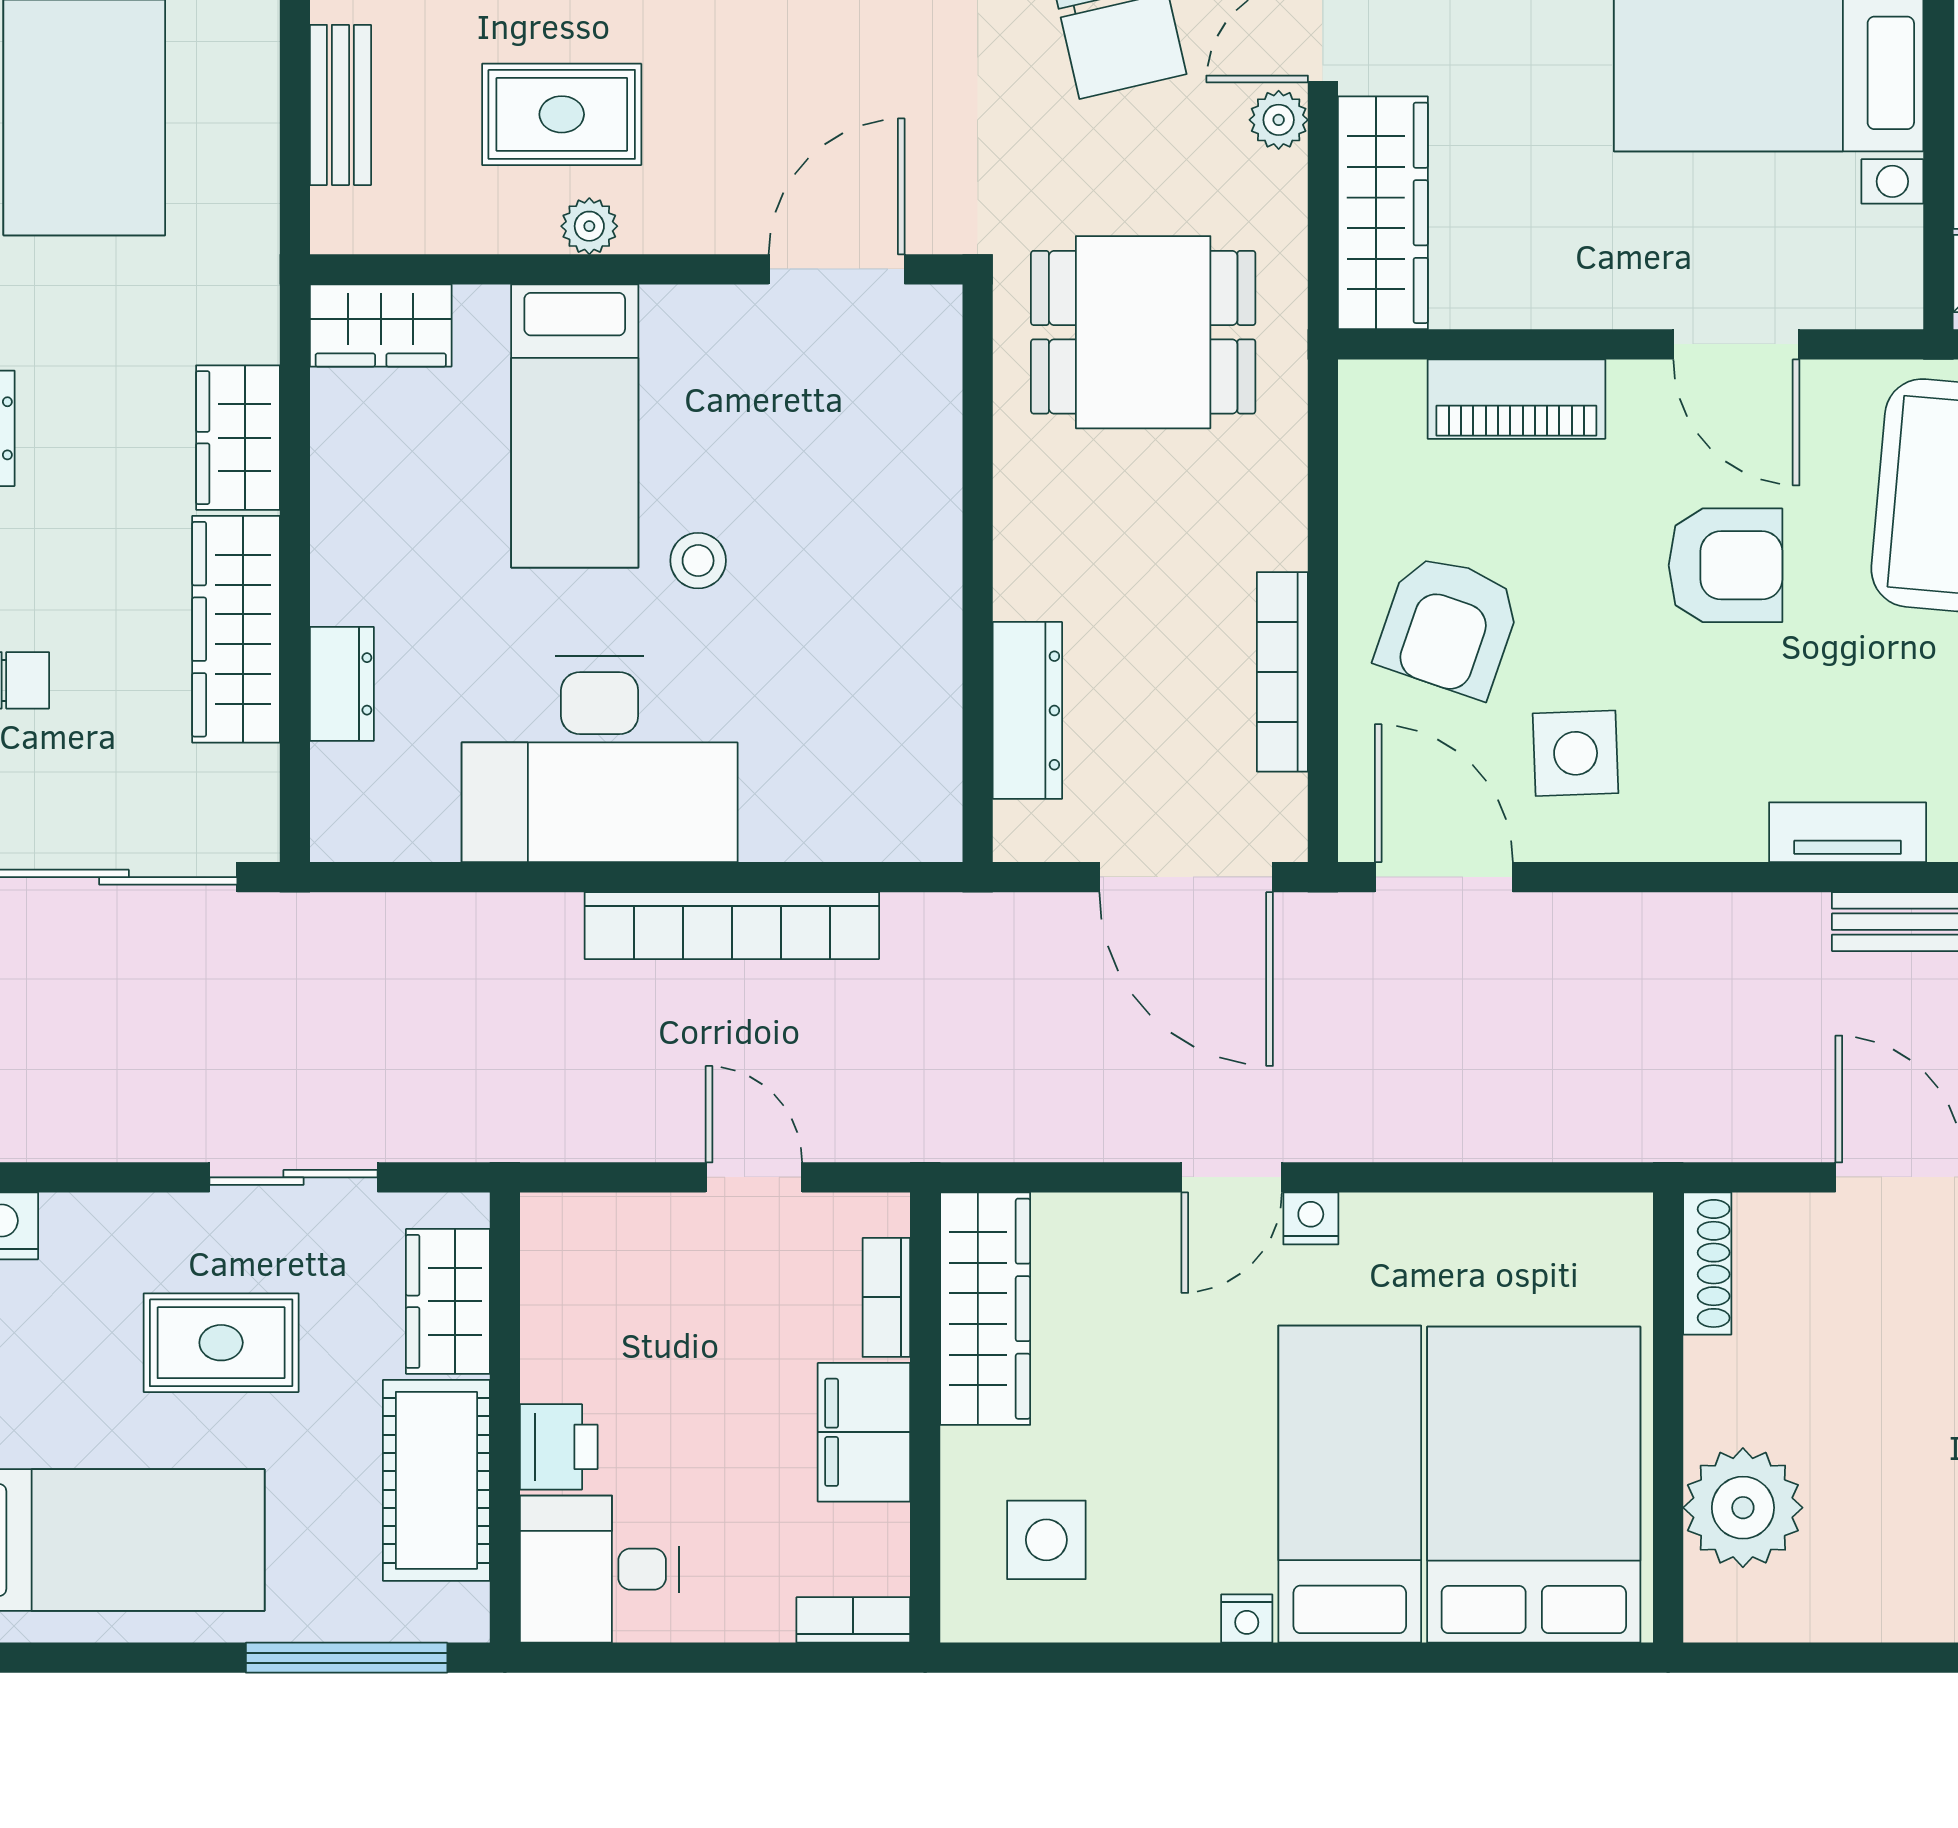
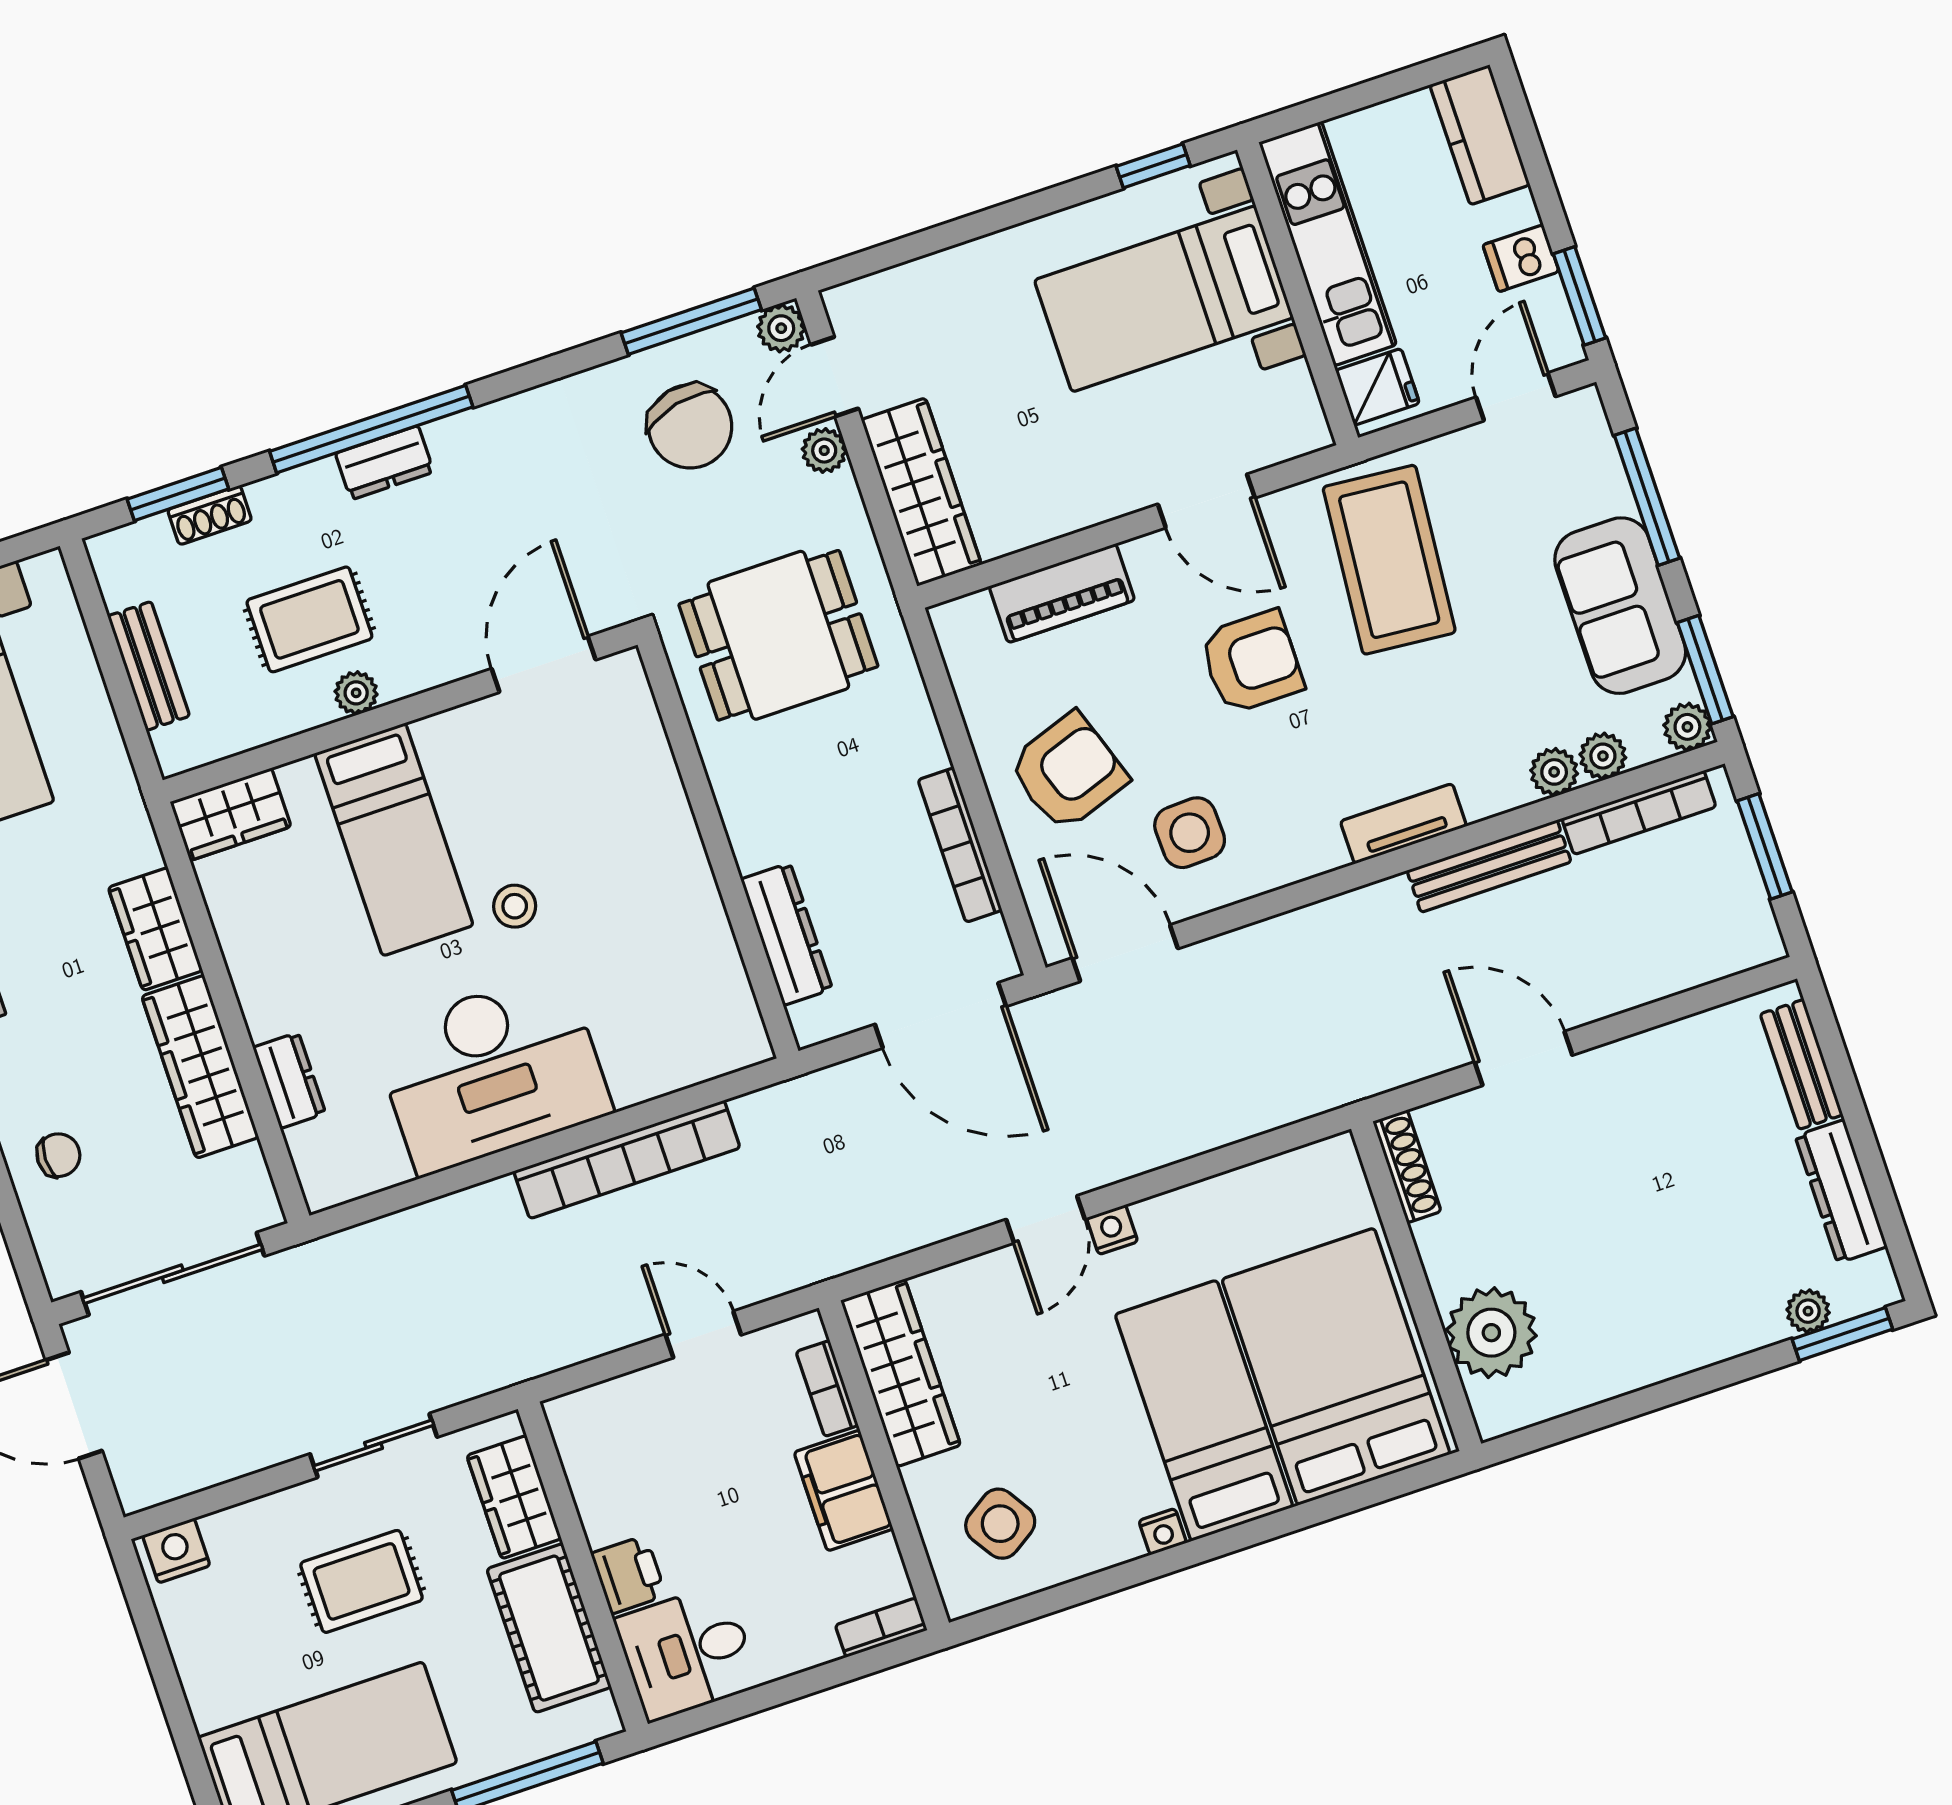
armchair: (1449, 625) -> (1068, 772), turned -128
side table: (1046, 1540) -> (1000, 1524), turned -33

